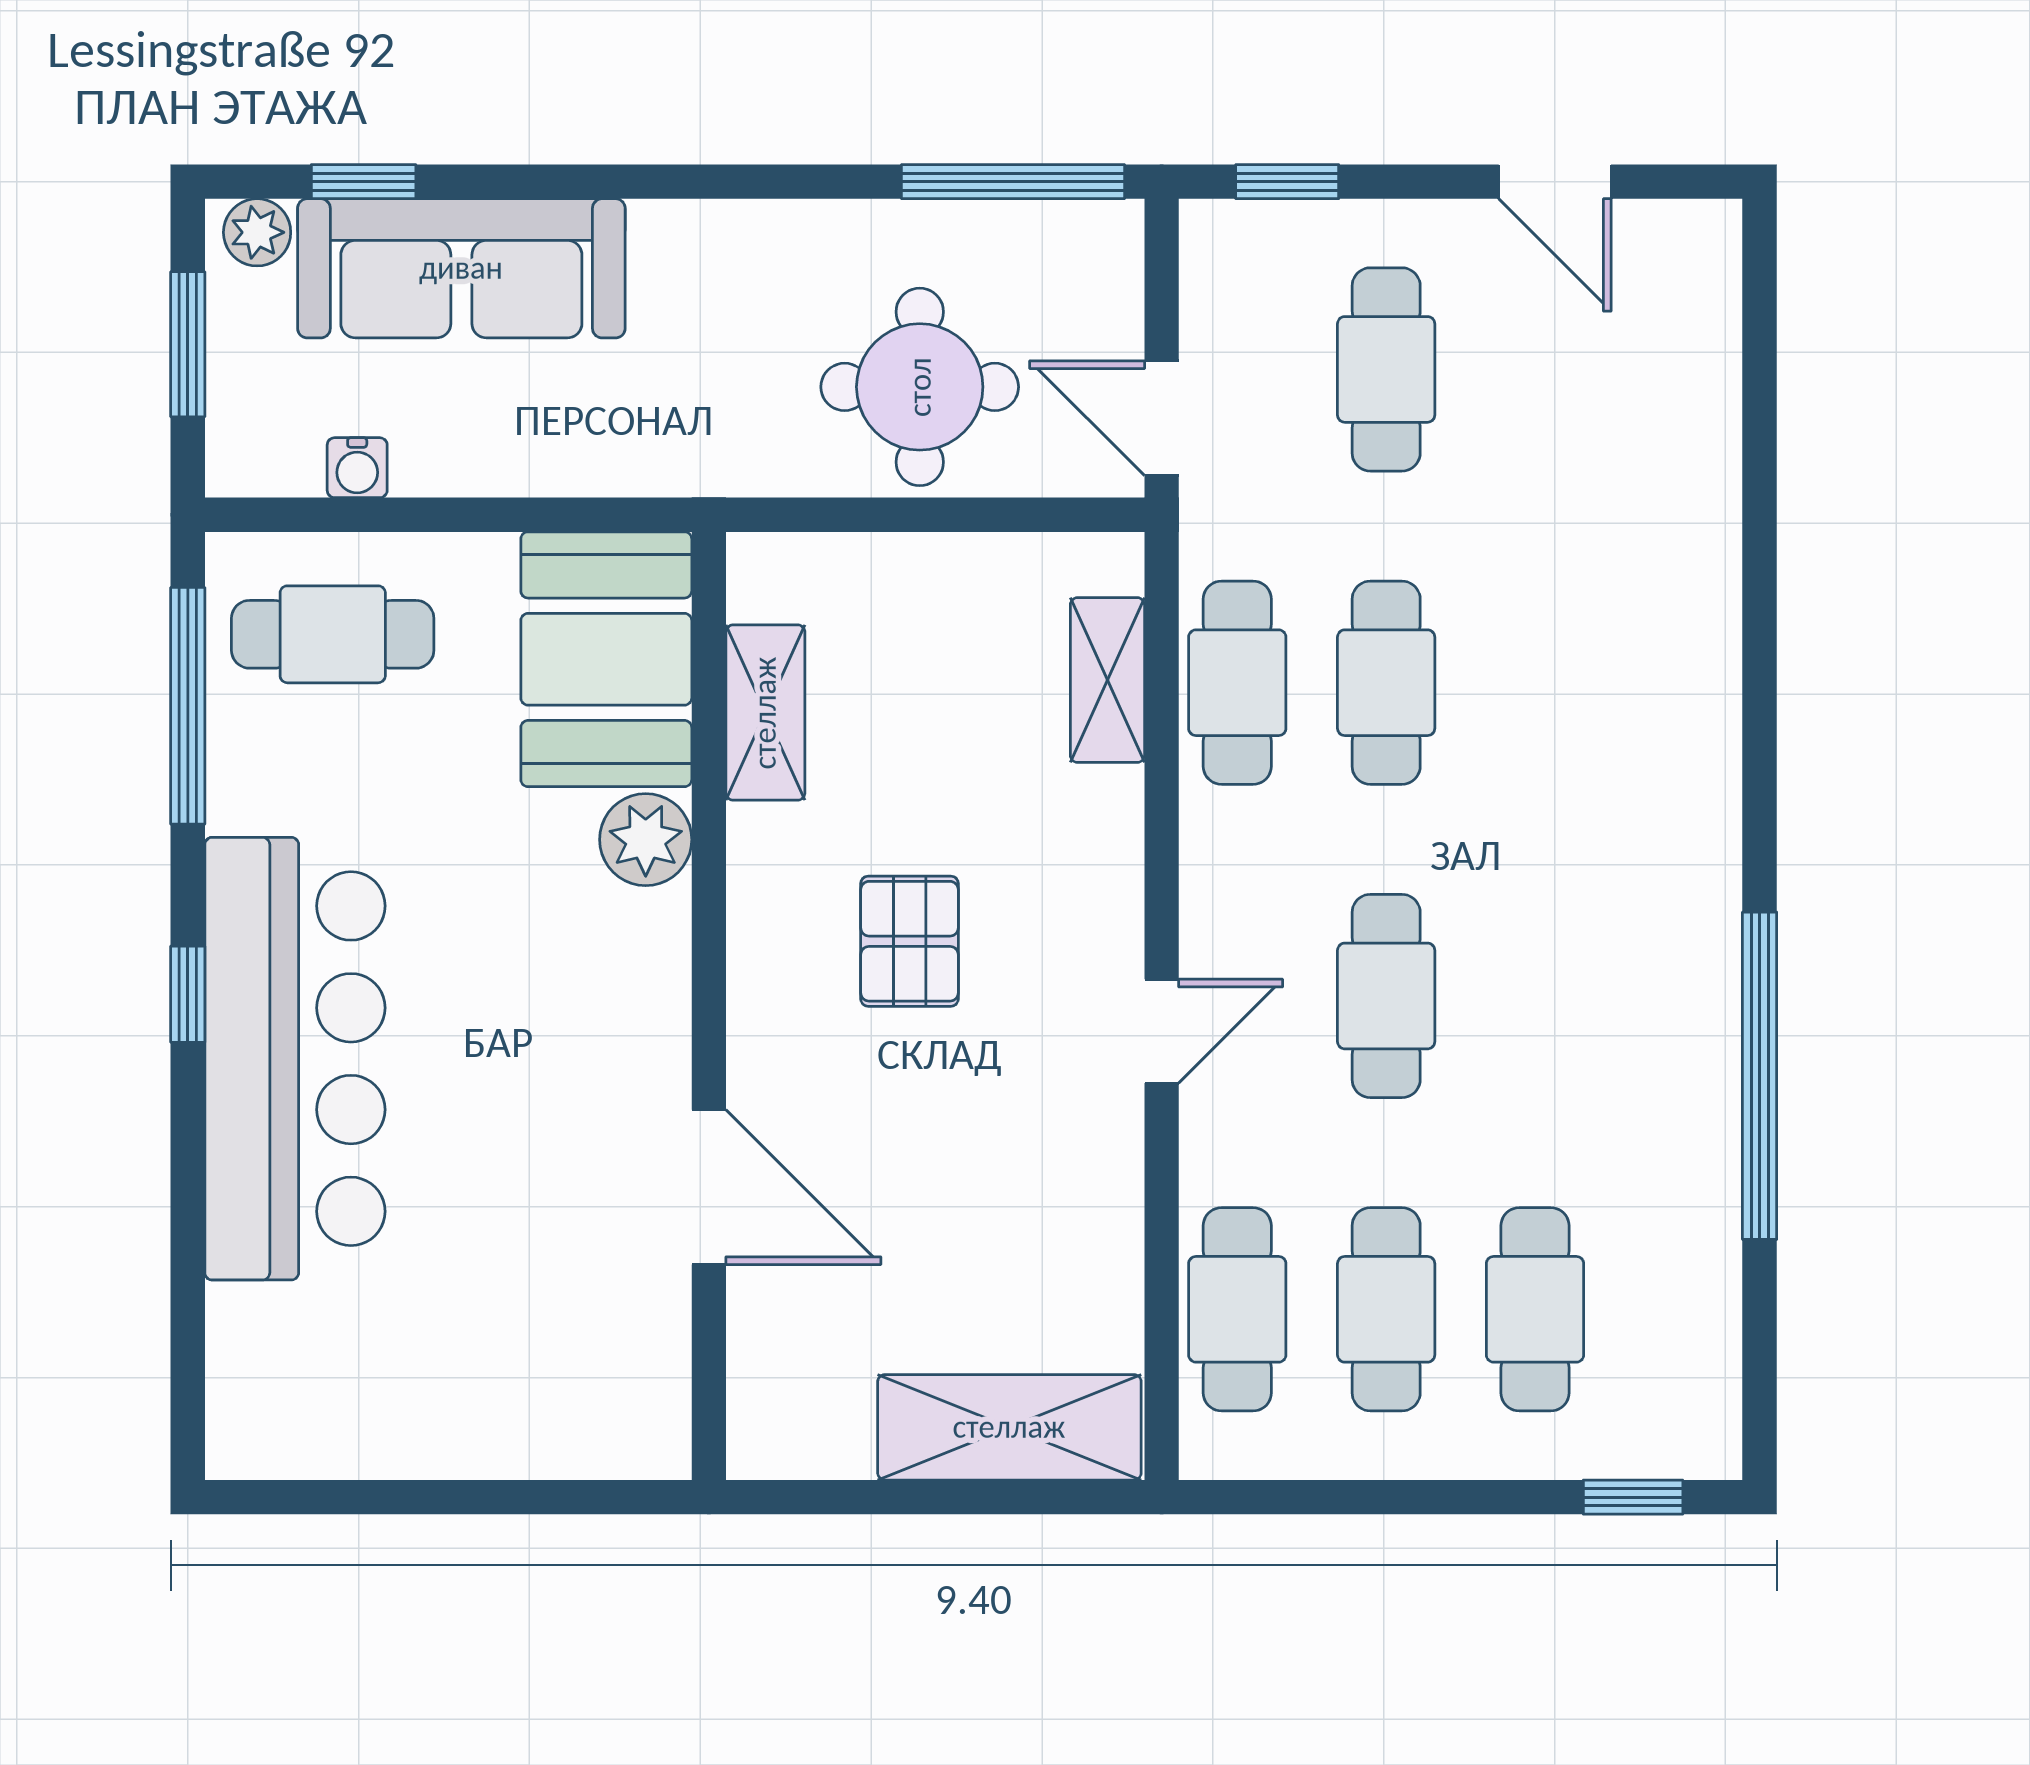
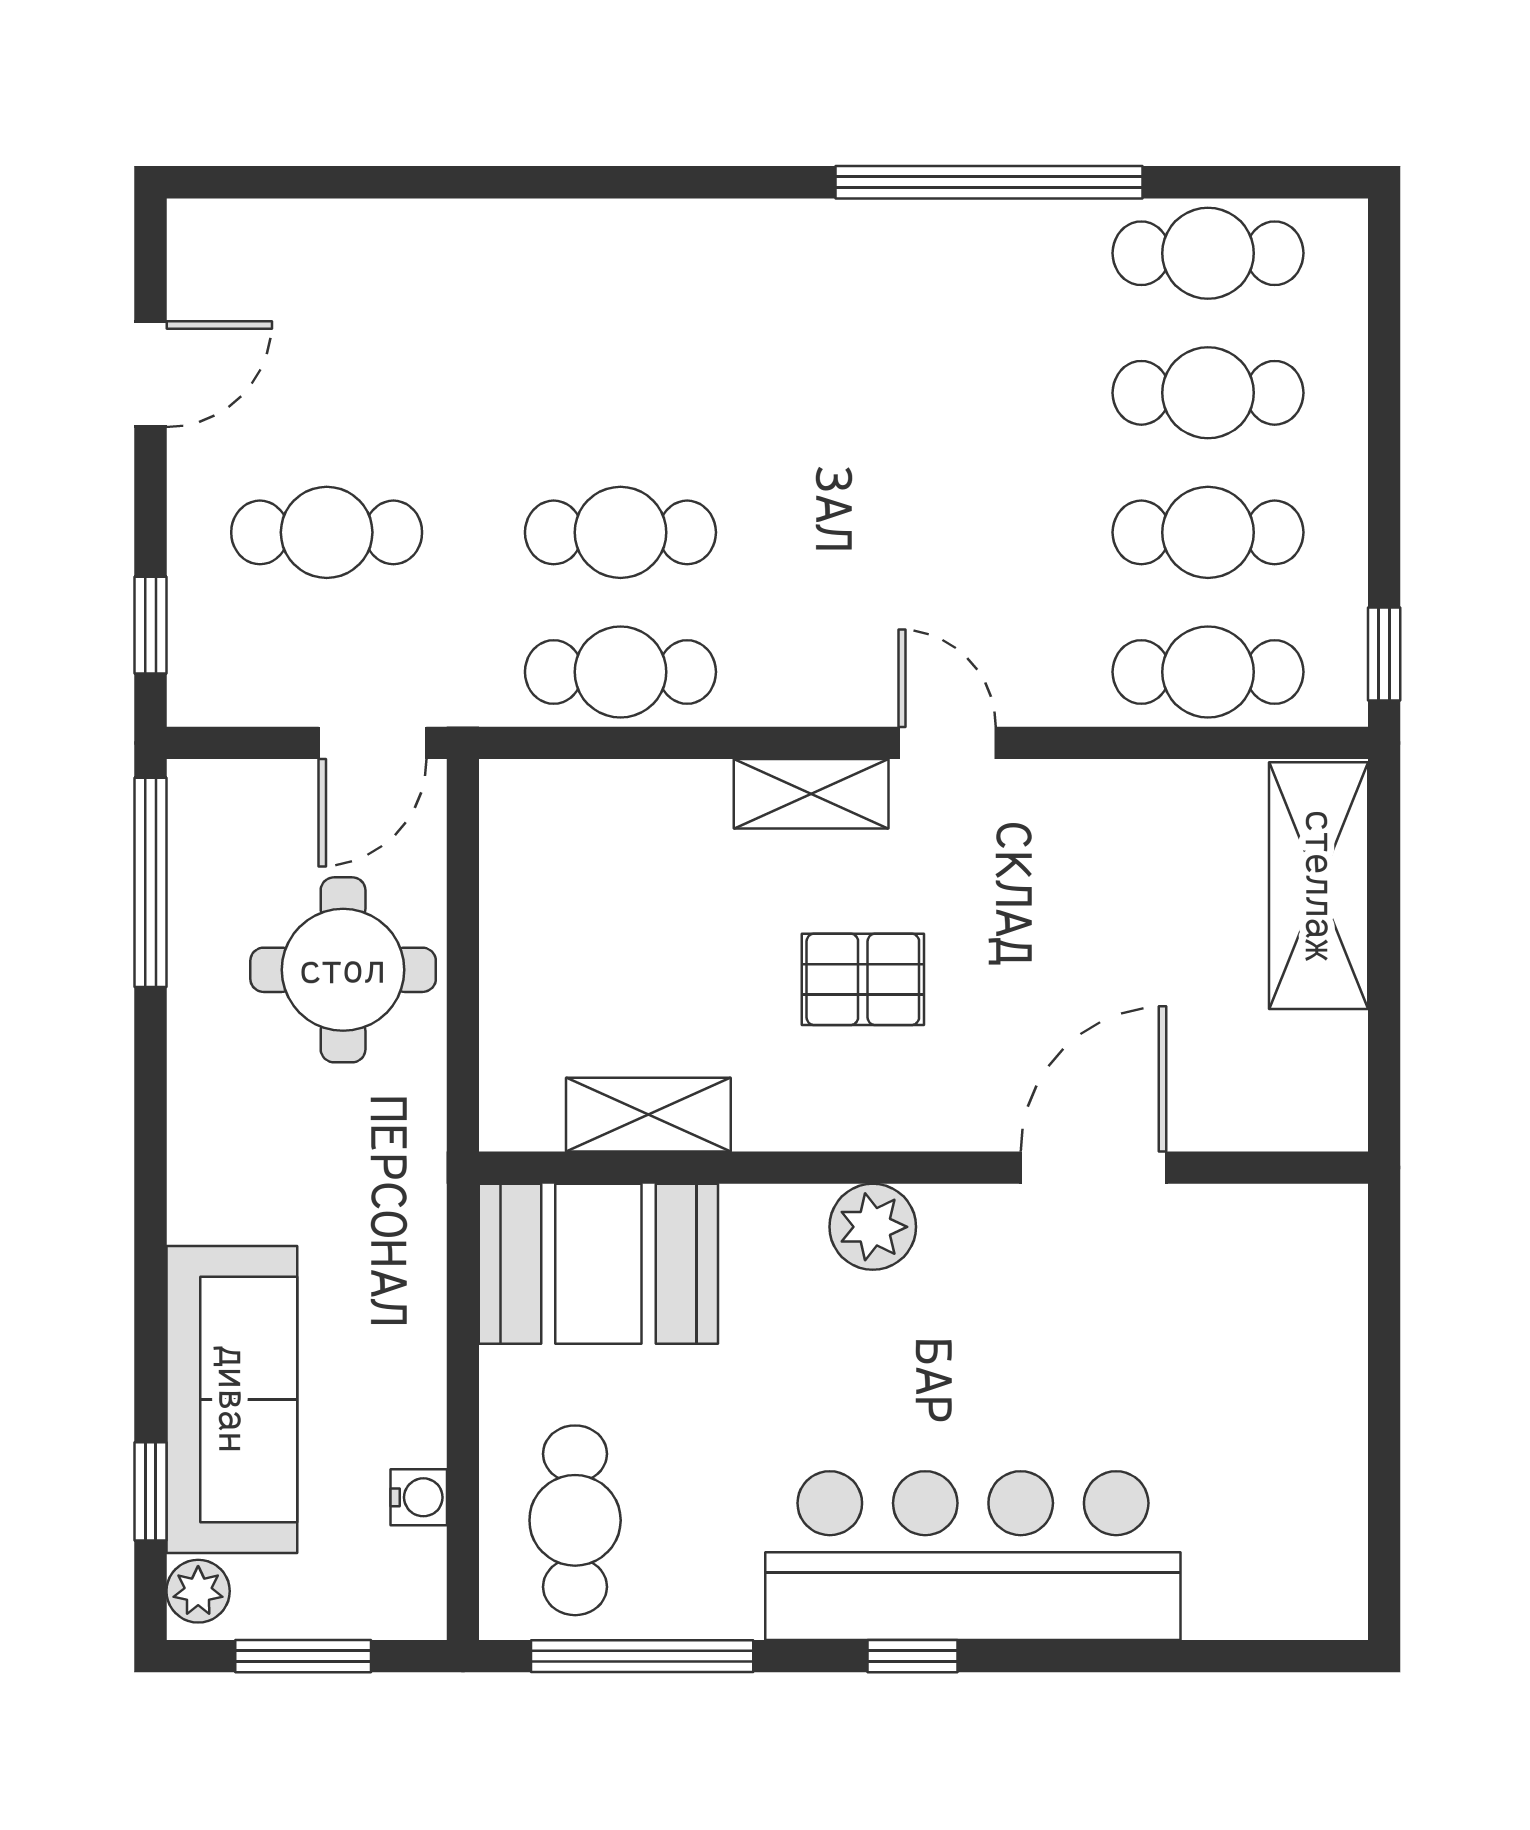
shelving: (1107, 680) -> (811, 794), moved
plant: (646, 840) -> (873, 1227), moved
cafe table: (1386, 996) -> (1208, 253), moved
window: (1633, 1497) -> (1384, 654), moved

